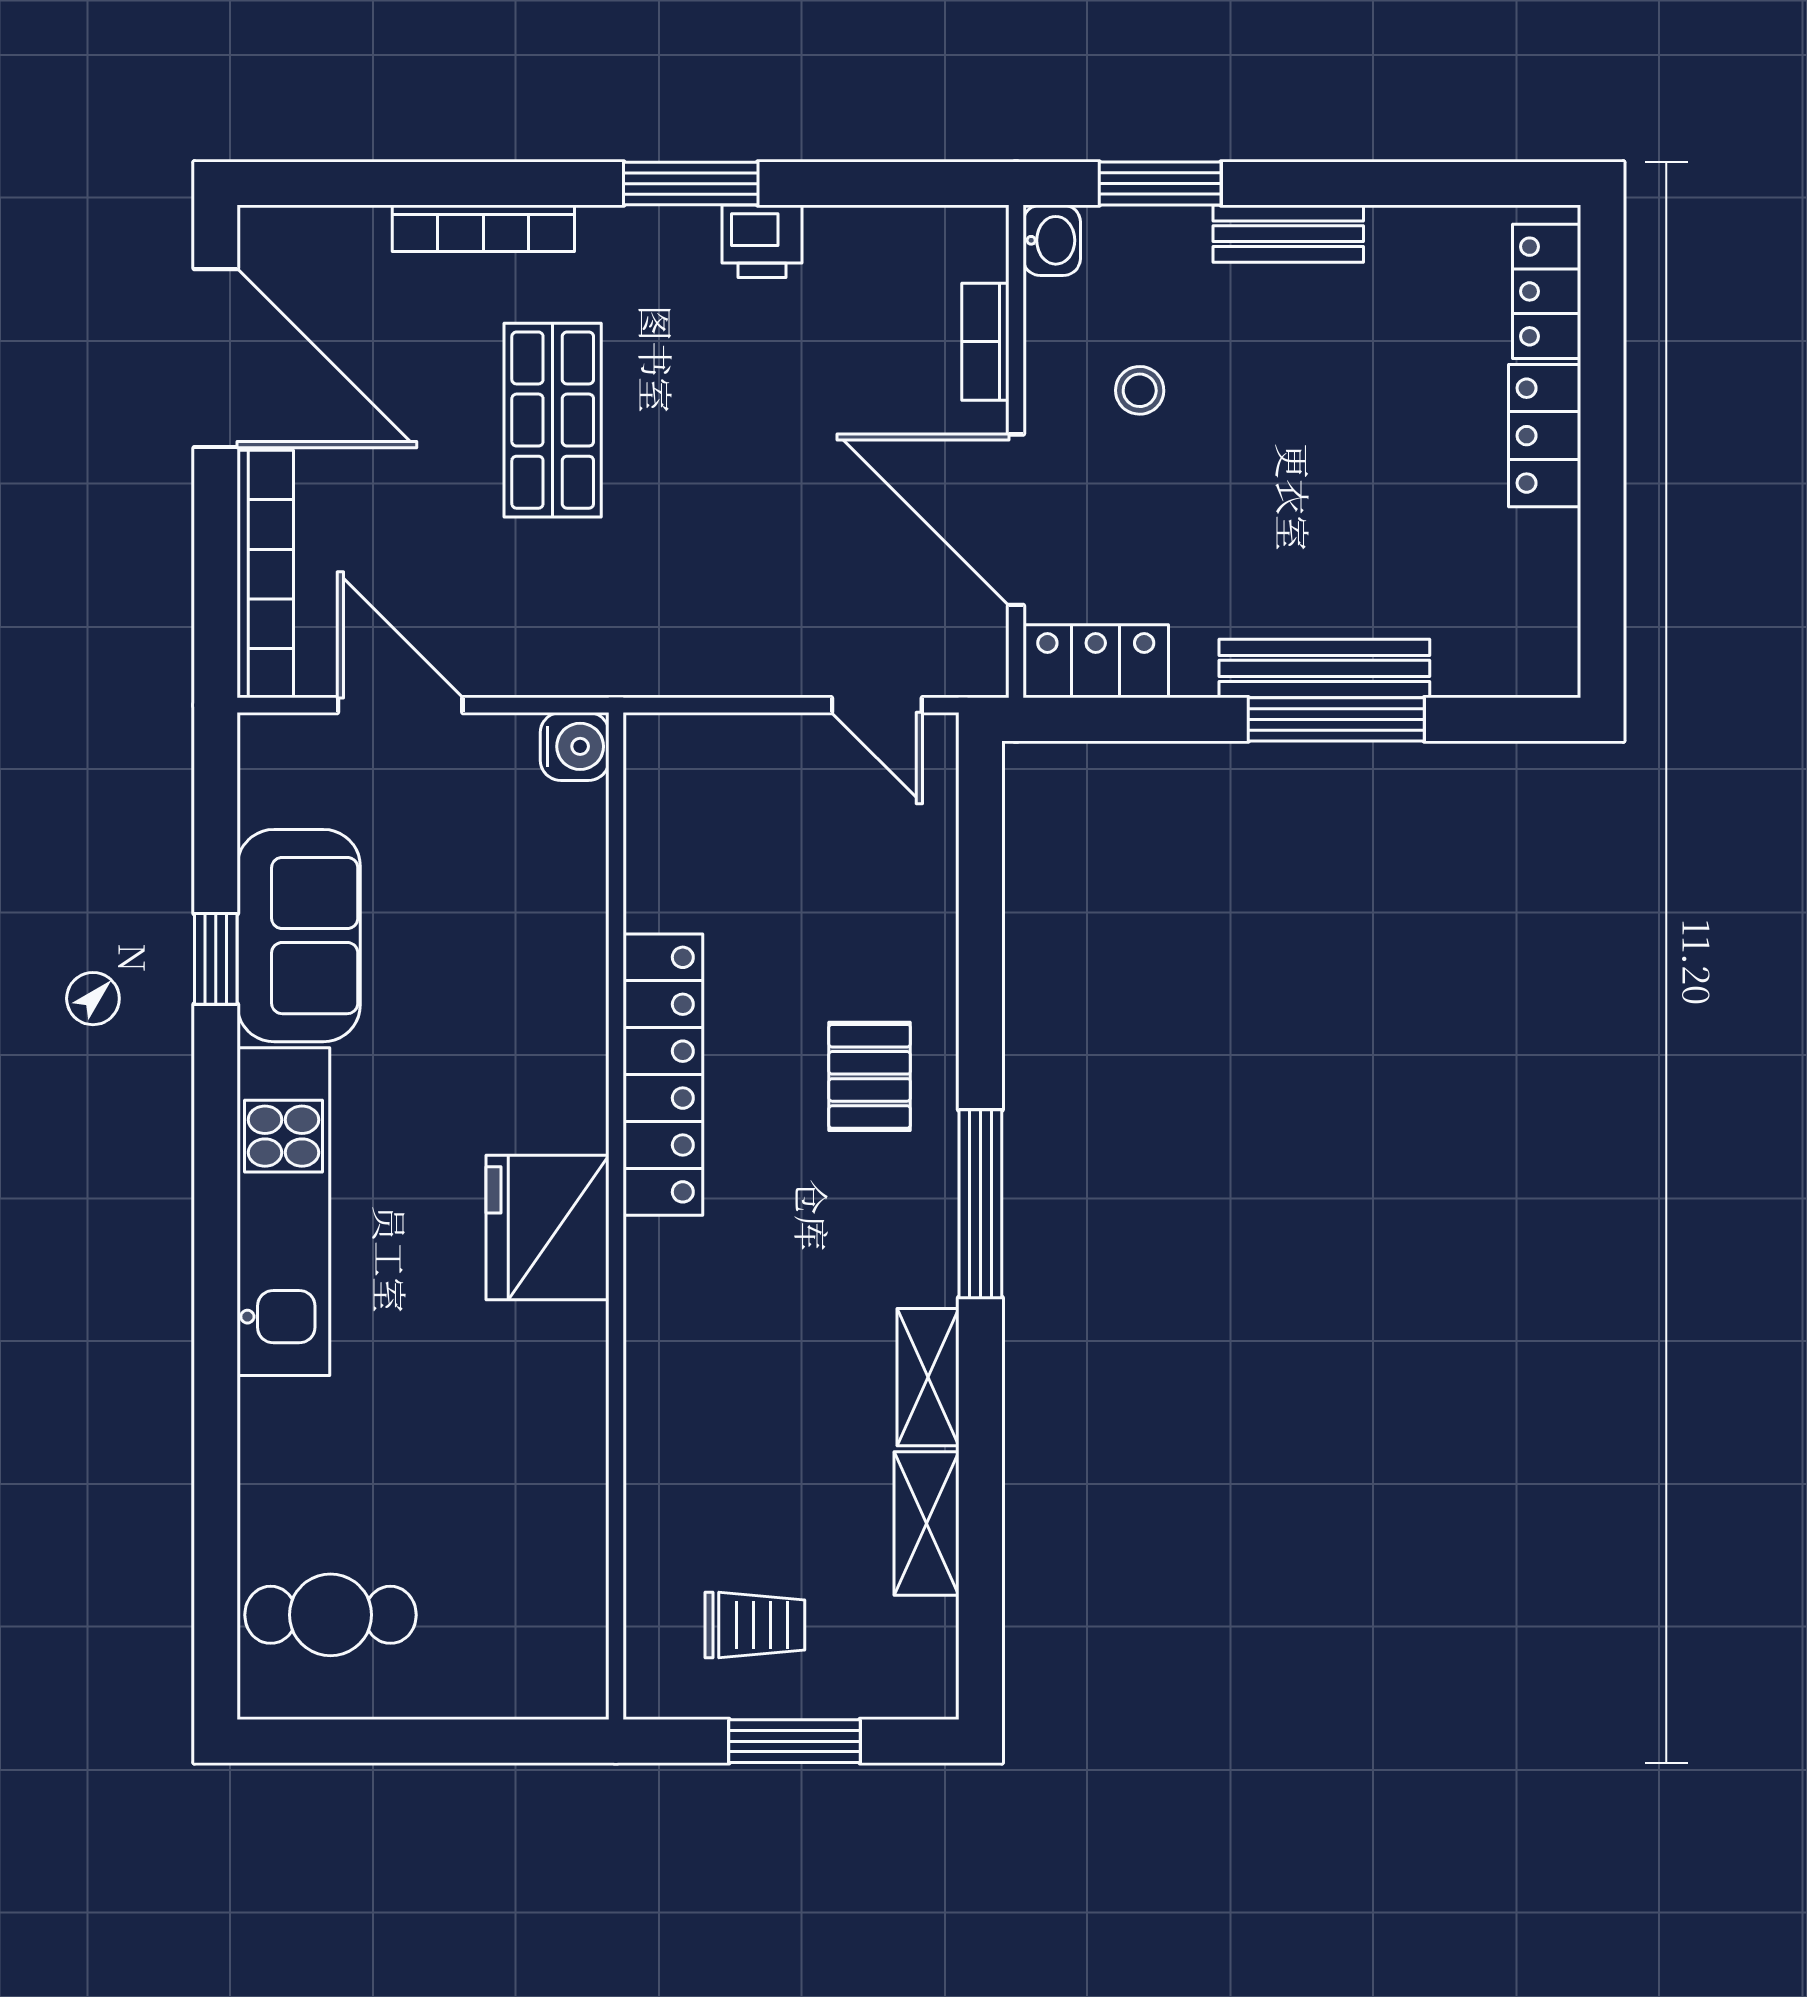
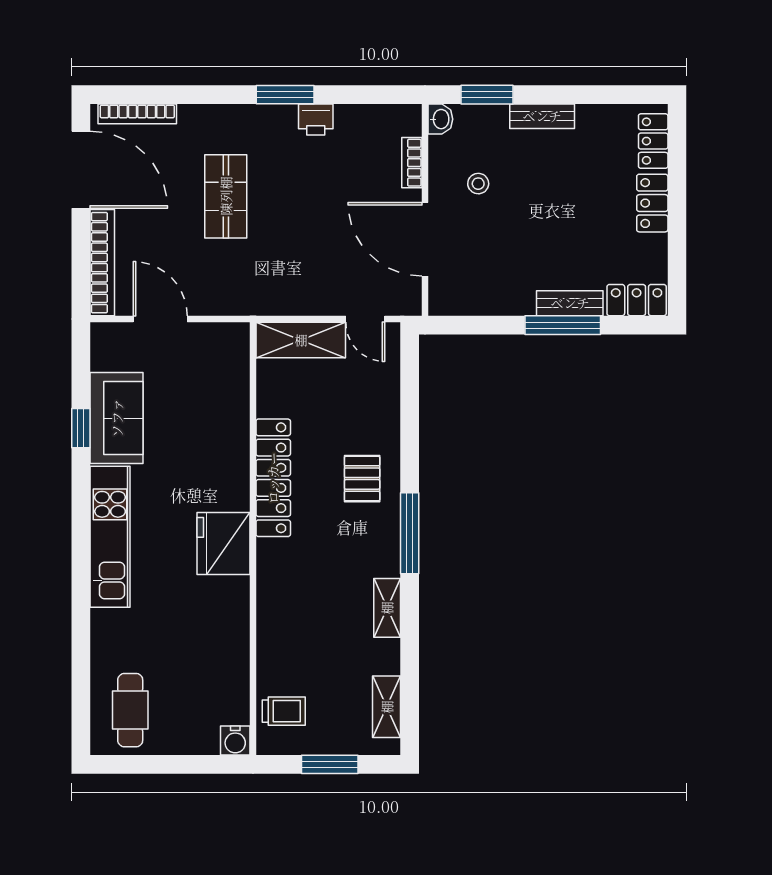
bookcase: (483, 228) -> (137, 114), moved
locker: (1096, 661) -> (637, 300), moved
bench: (1324, 668) -> (570, 303), width x0.73
water cooler: (575, 746) -> (235, 741), moved, turned 90
shelving: (727, 754) -> (301, 340), added
shelving: (927, 1523) -> (387, 707), moved
cafe table: (330, 1615) -> (130, 710), turned 90
trolley: (755, 1625) -> (284, 711), moved

